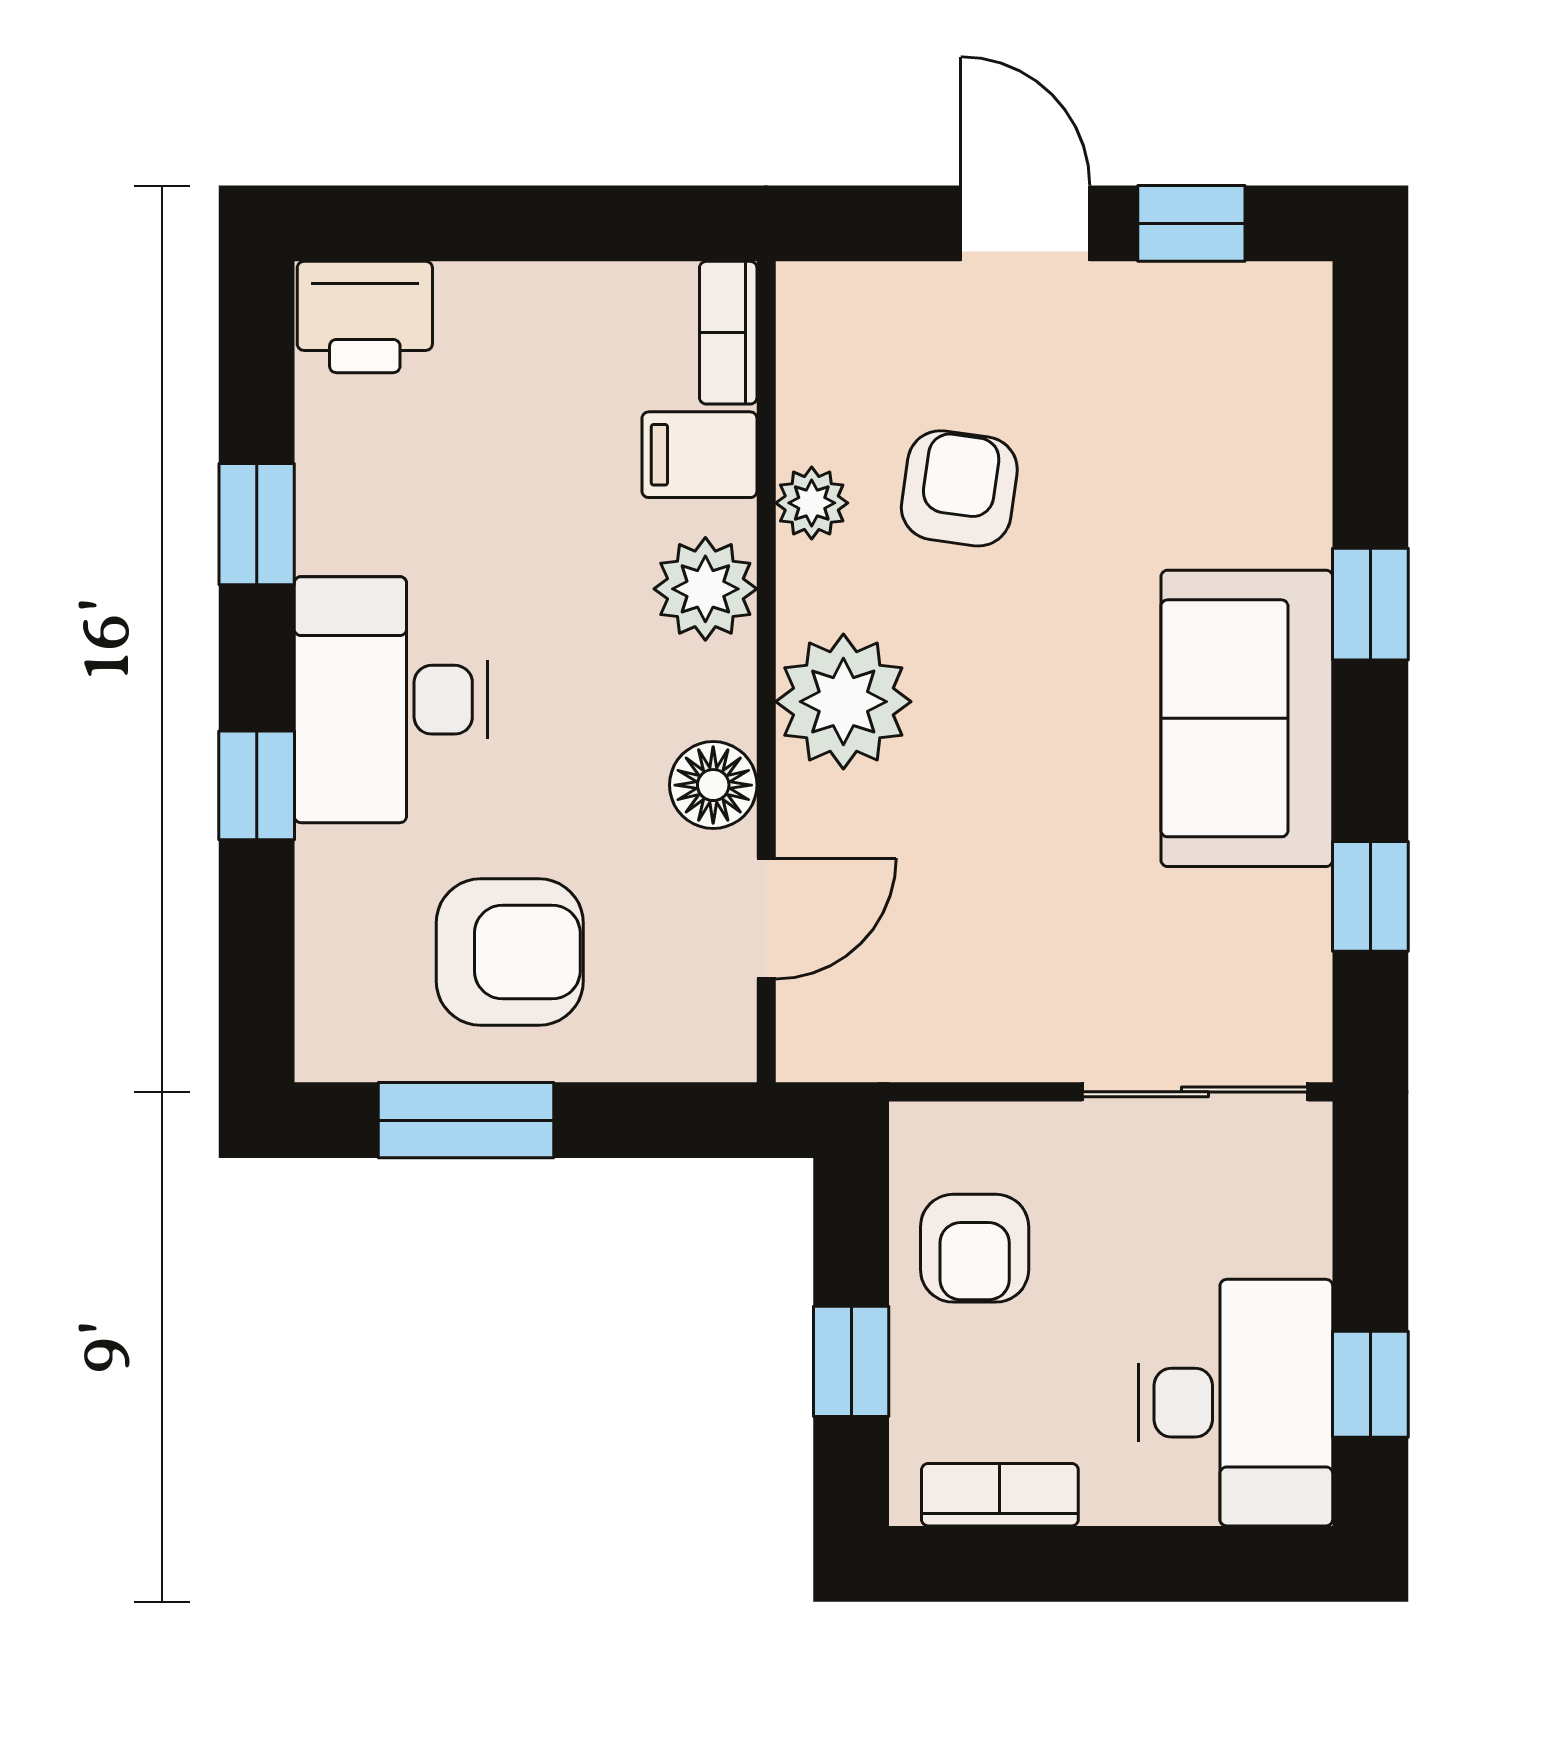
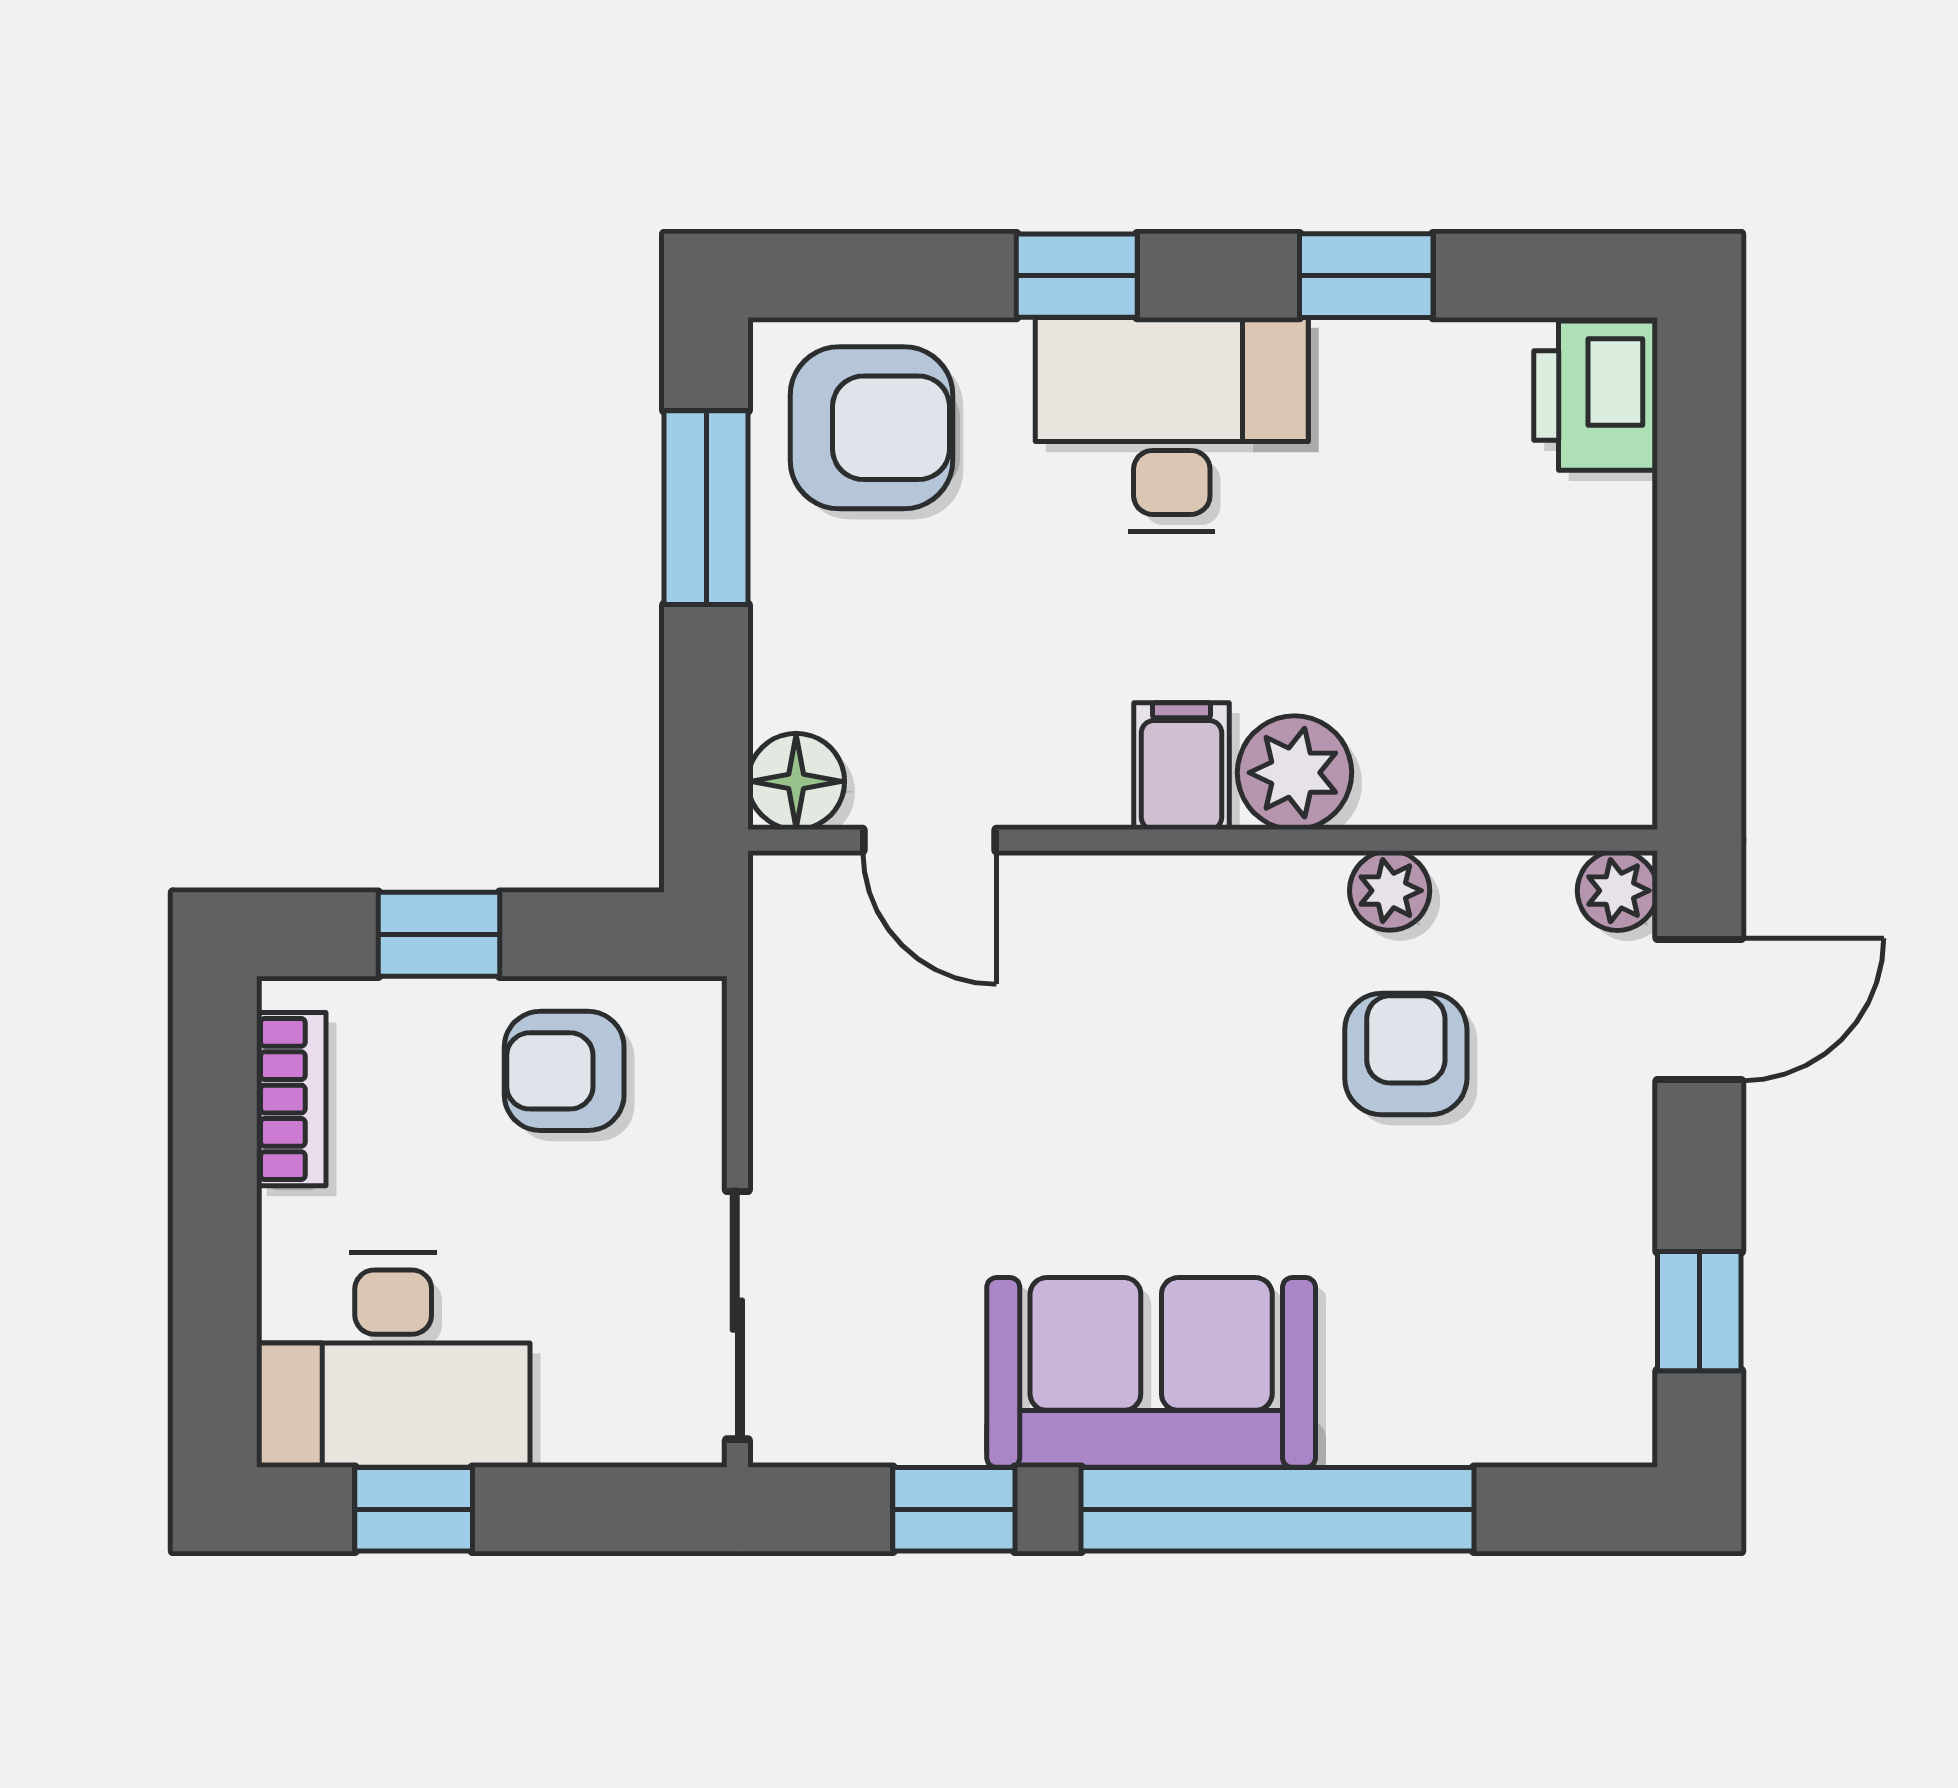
door: (1025, 223) -> (1699, 1009), moved
bookcase: (728, 333) -> (1578, 798), removed
filing cabinet: (699, 455) -> (1182, 766), moved
armchair: (959, 488) -> (1406, 1054), turned -98
window: (1370, 604) -> (1278, 1509), width x3.17
plant: (843, 702) -> (1617, 891), moved, width x0.53, depth x0.53
floor lamp: (713, 785) -> (796, 781), moved
armchair: (510, 952) -> (872, 428), moved, turned -90

